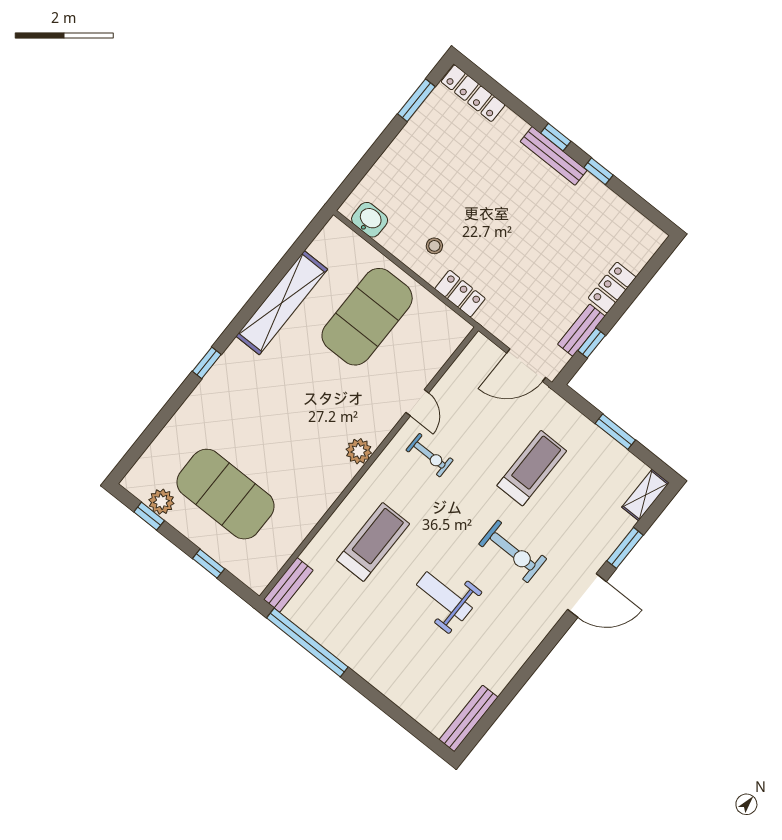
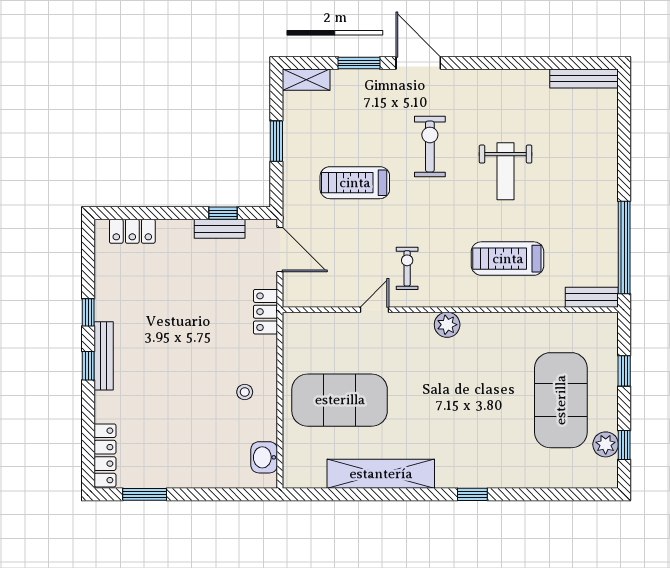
locker: (612, 288) -> (132, 231), moved
locker: (460, 294) -> (266, 312), moved

